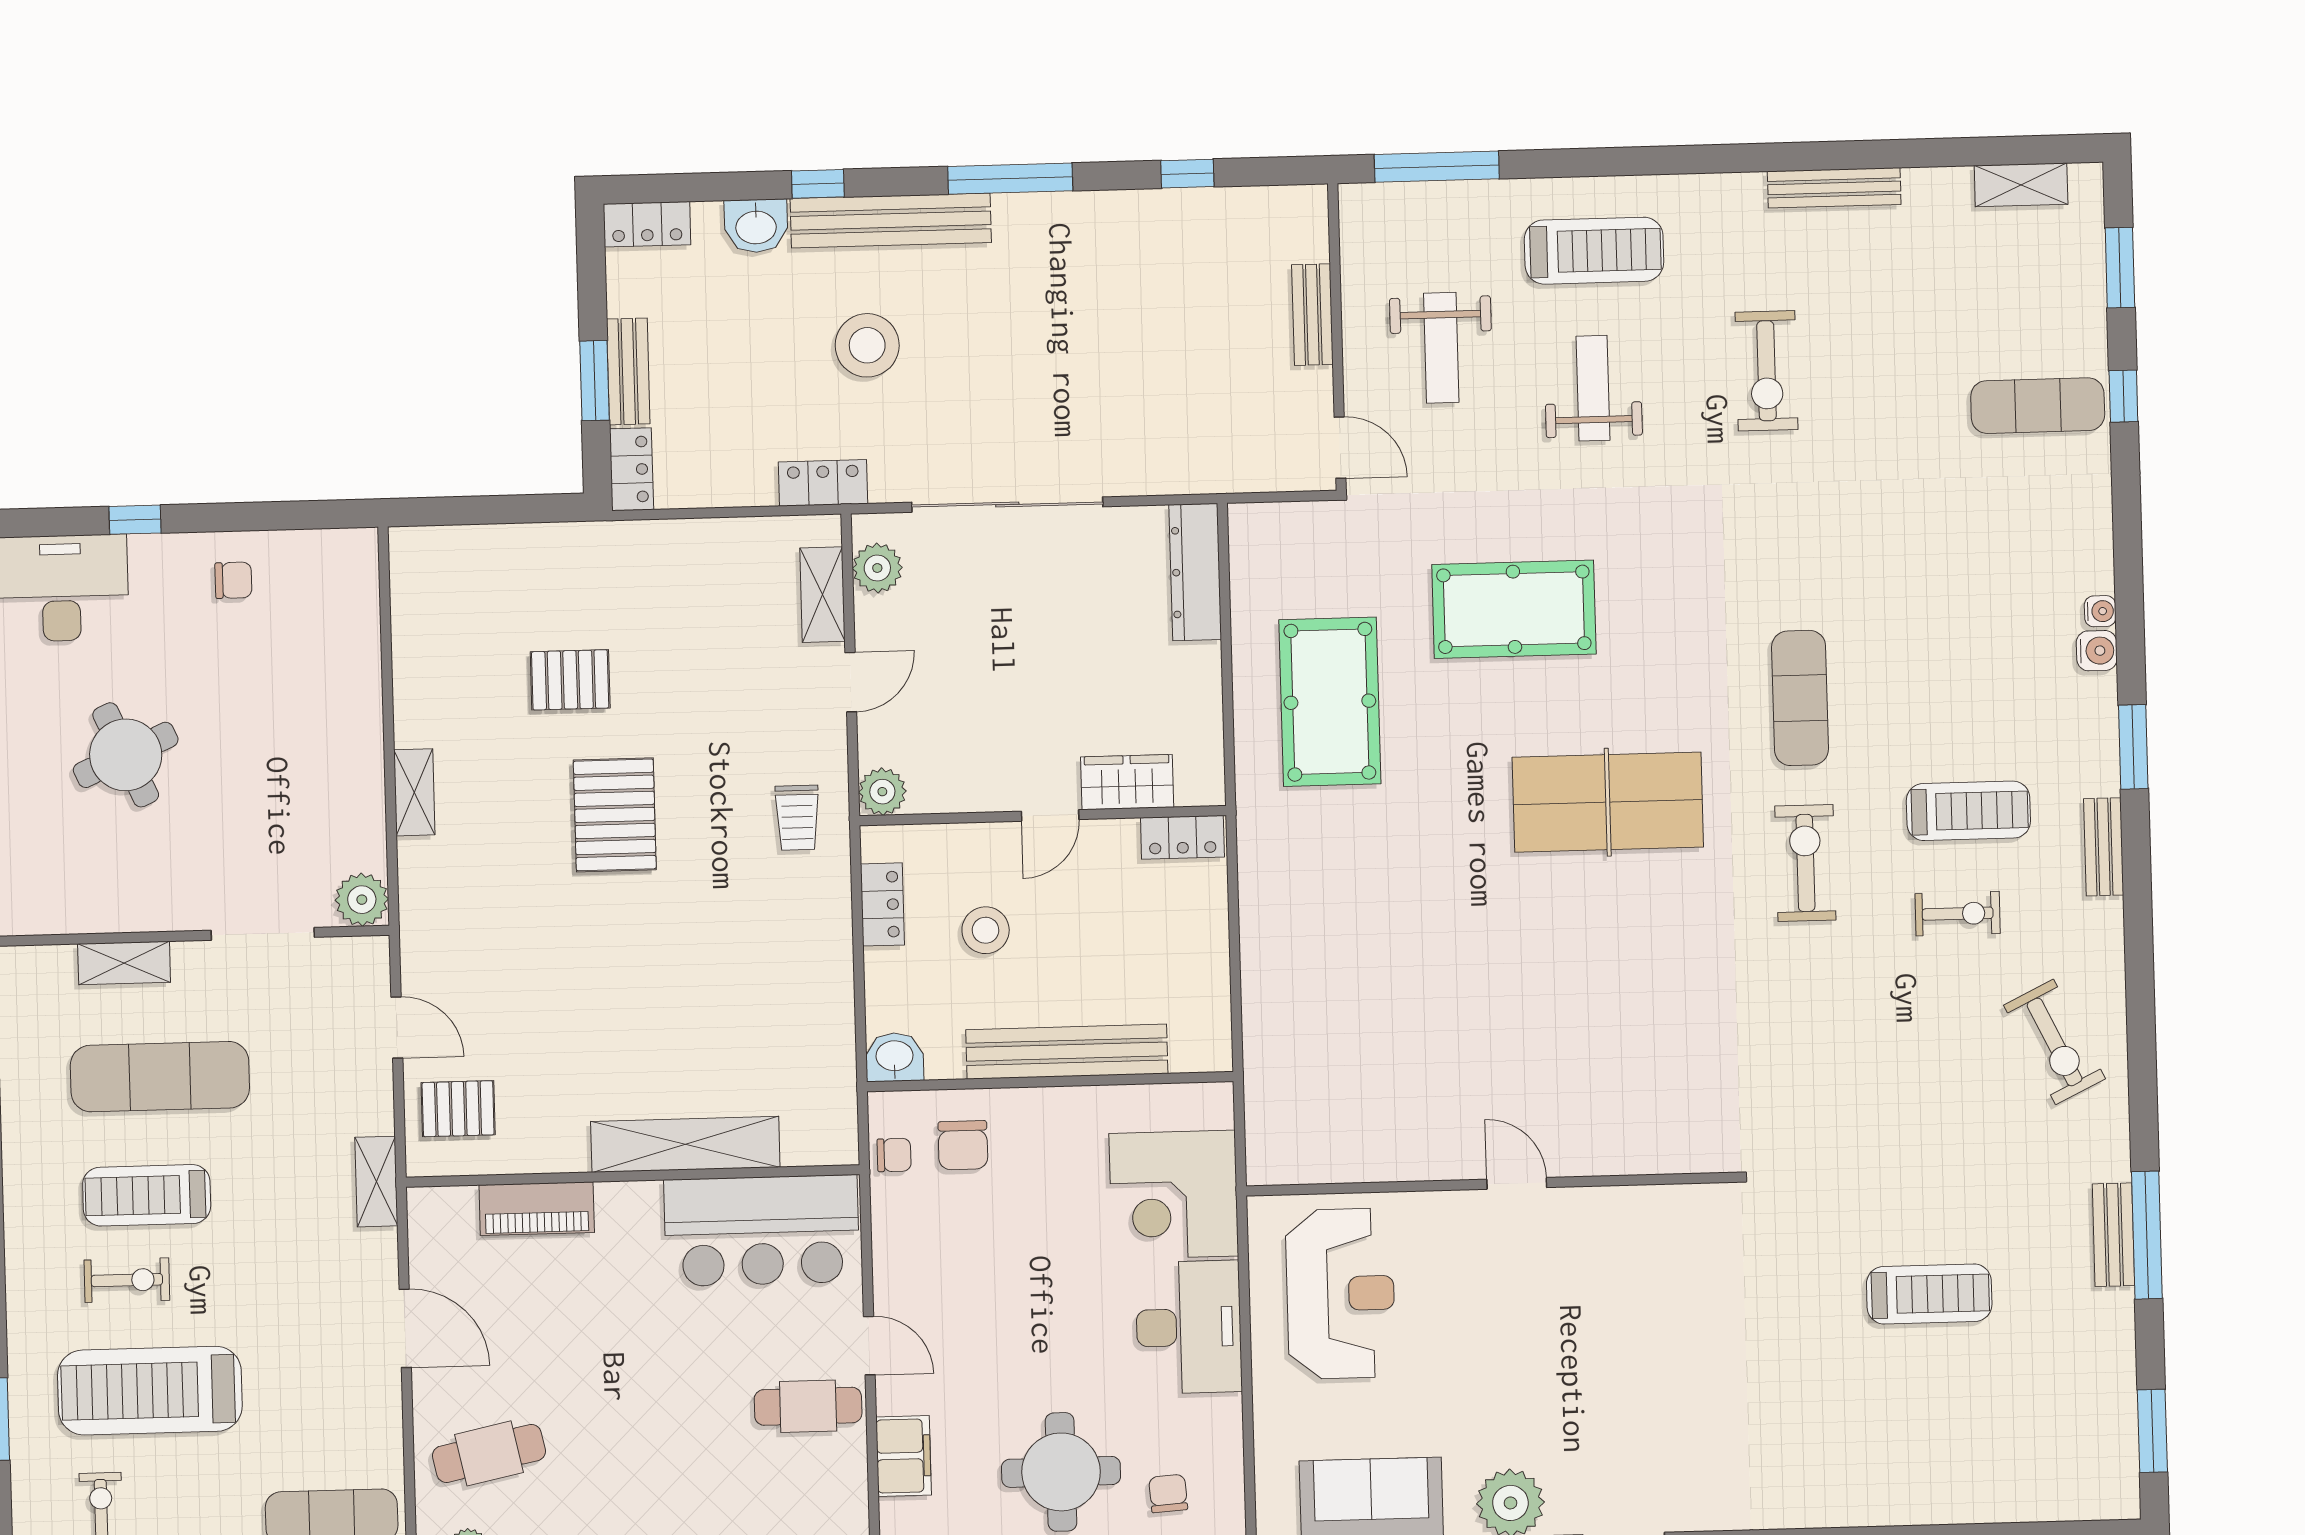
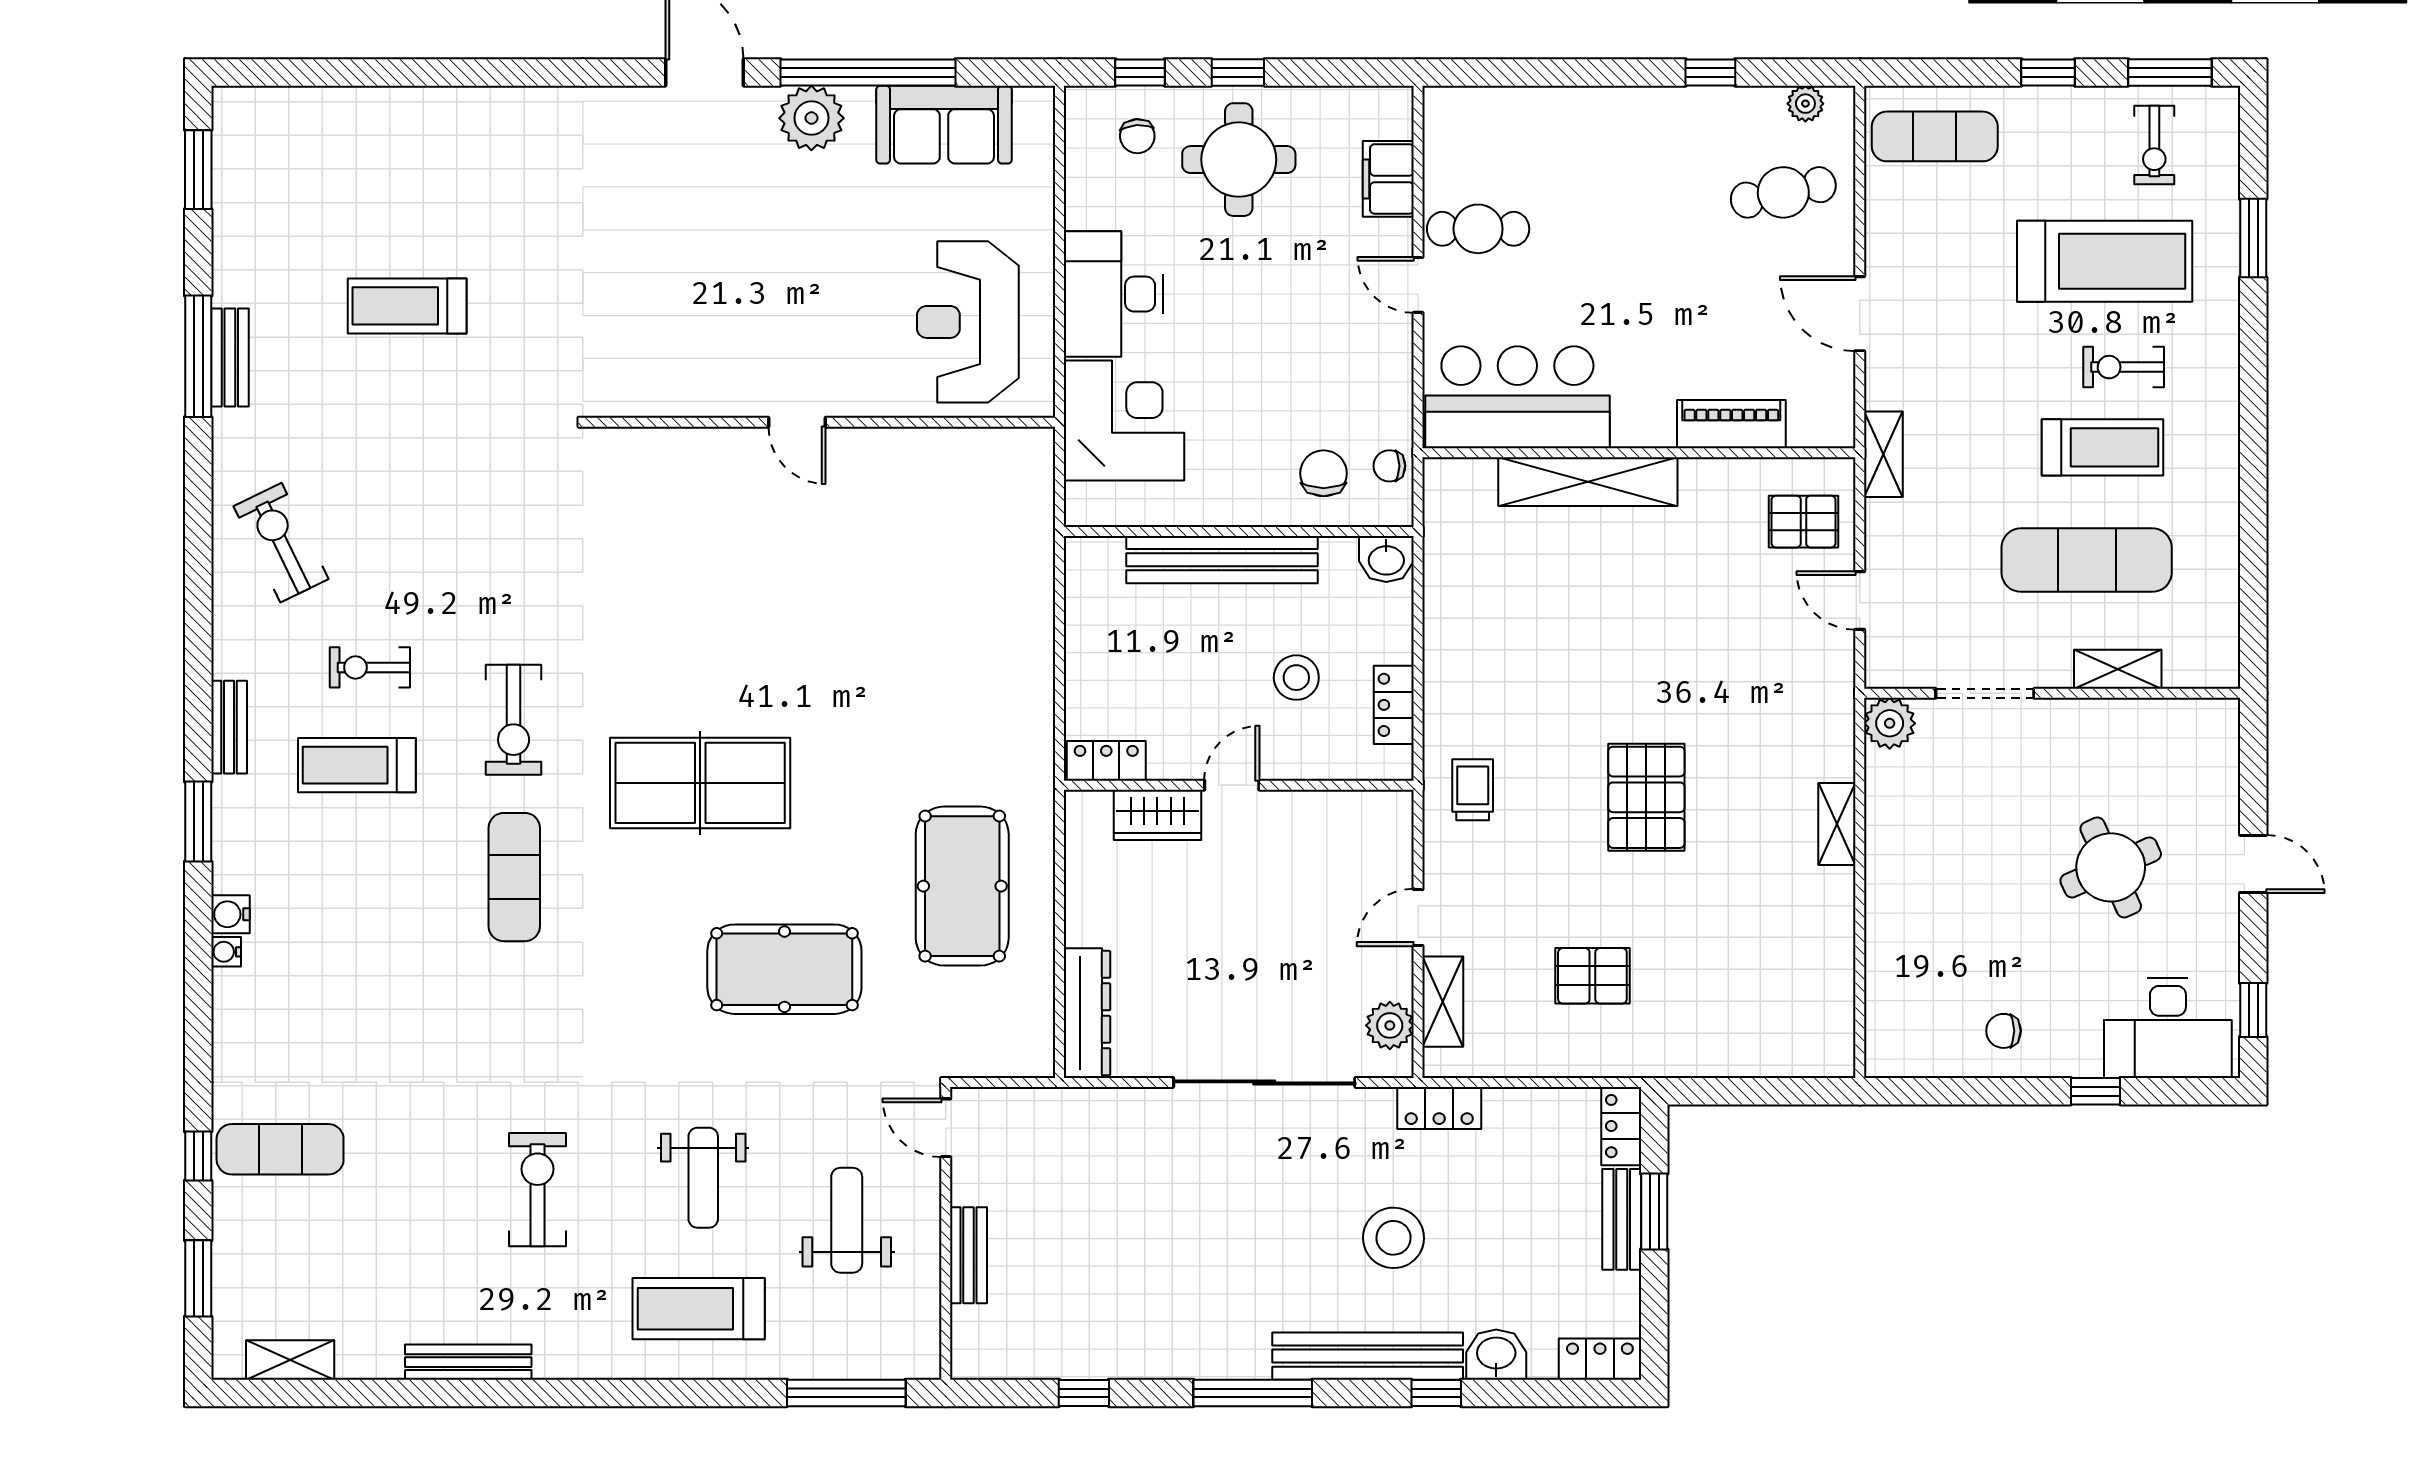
pallet: (570, 680) -> (1592, 976), moved
plant: (882, 792) -> (1391, 812), removed

